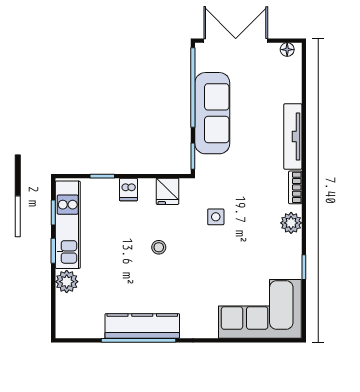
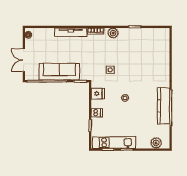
double door: (236, 41) -> (24, 60), width x0.73
plant: (67, 282) -> (156, 143), moved
corner sofa: (260, 309) -> (155, 48), removed

